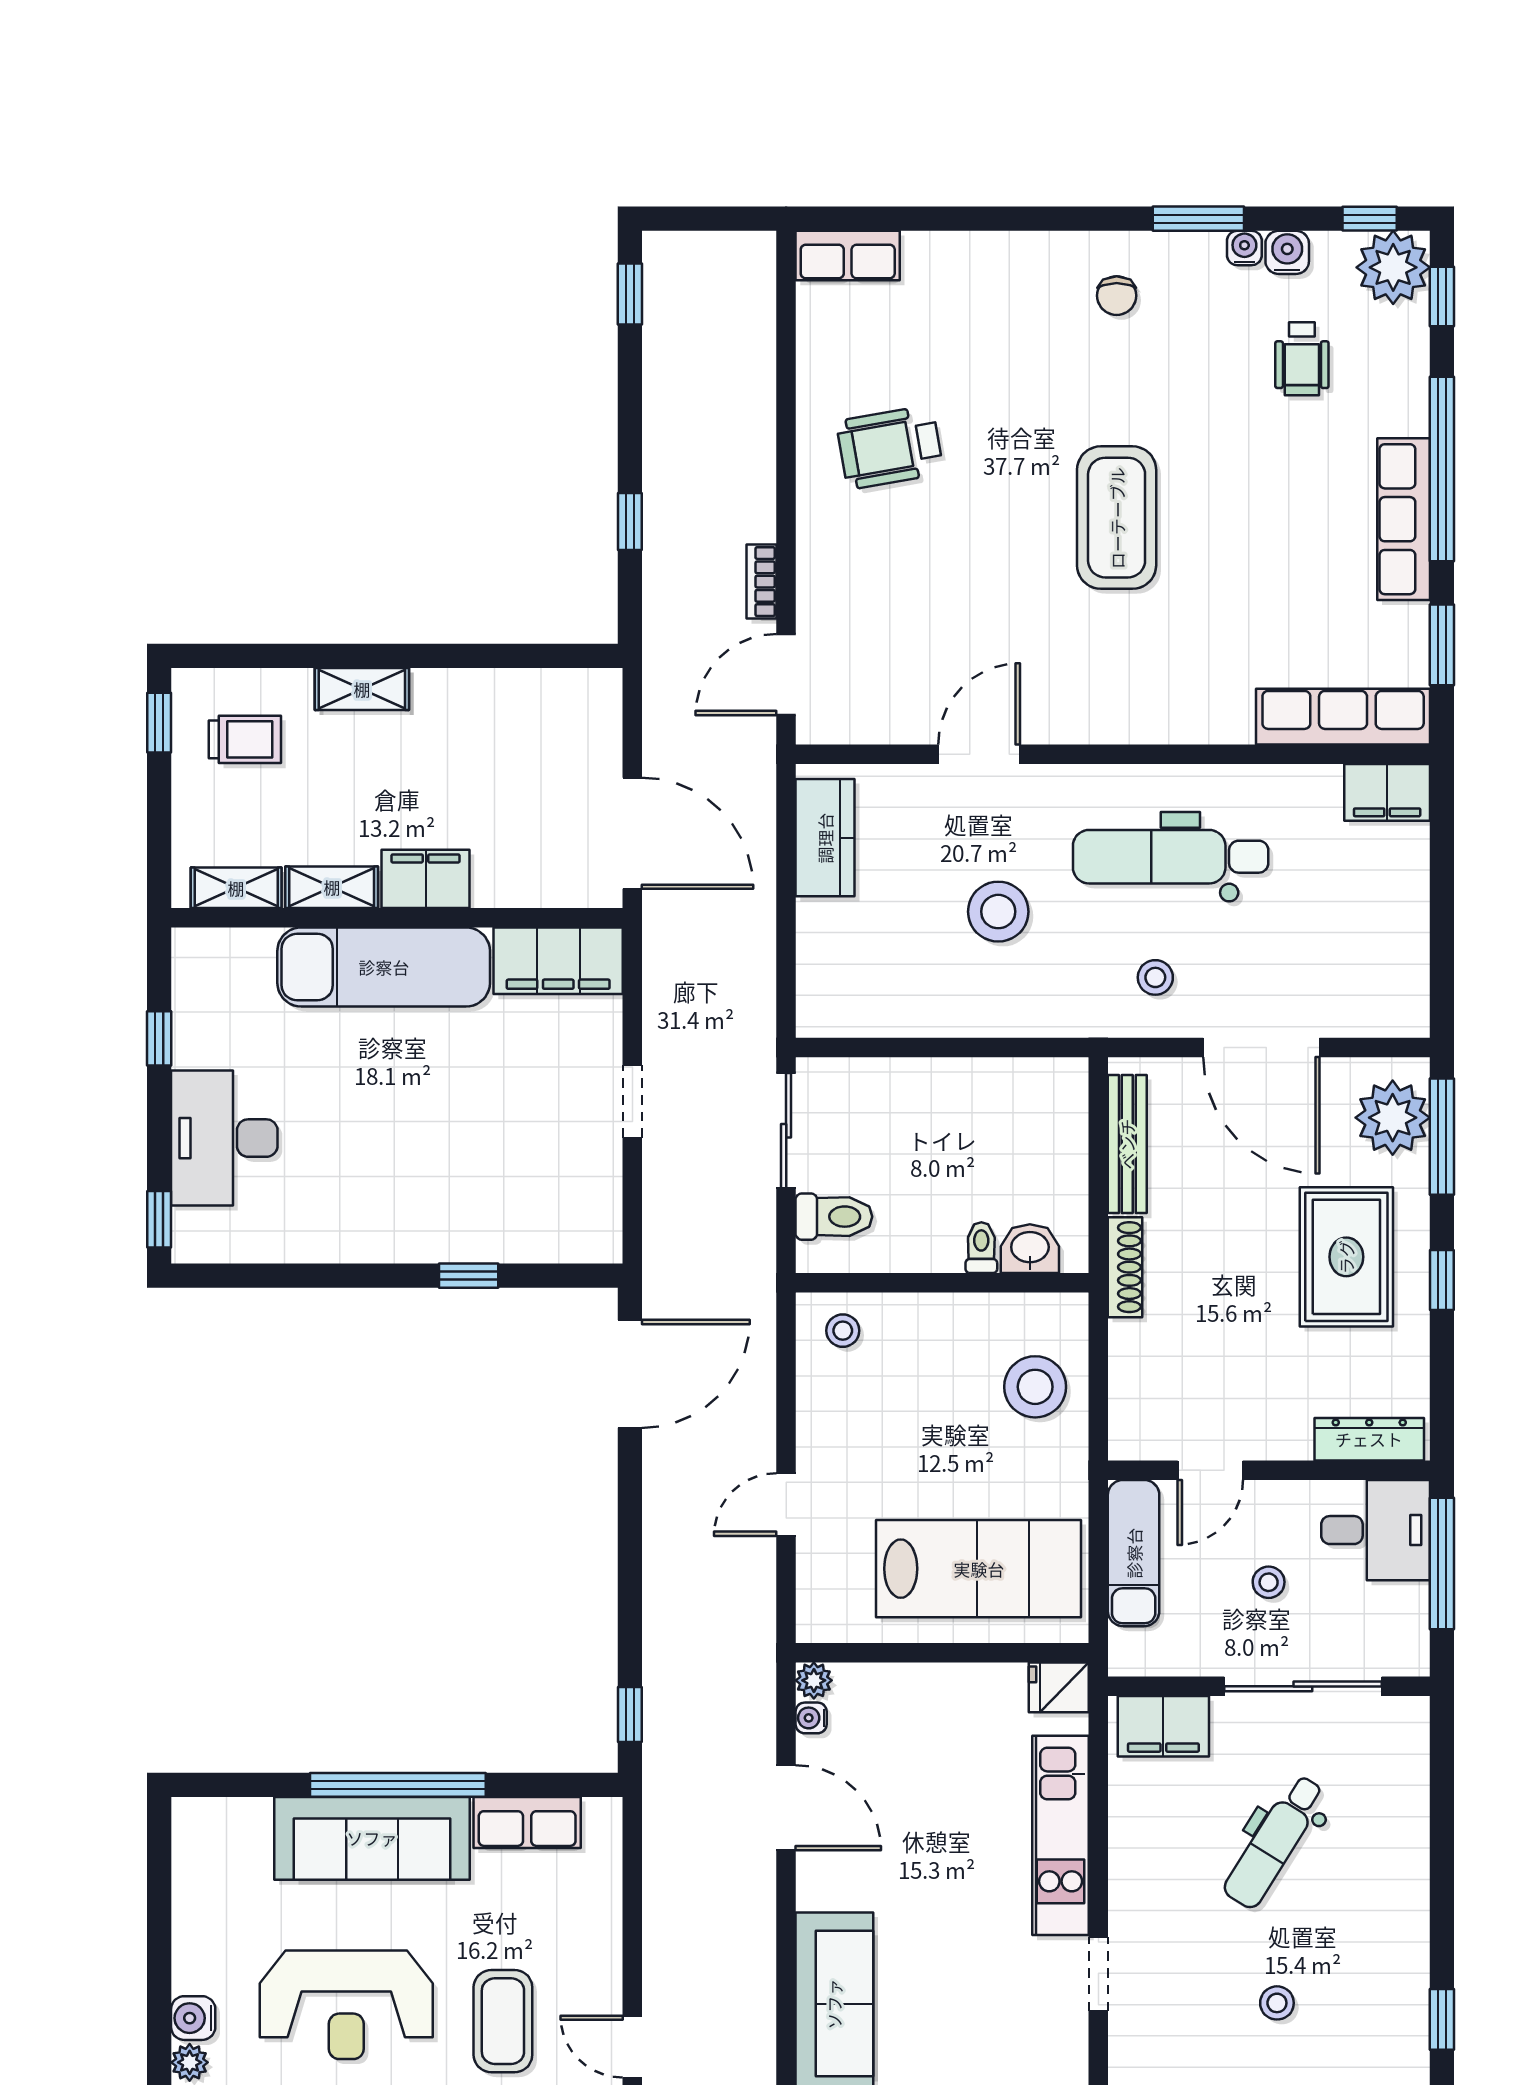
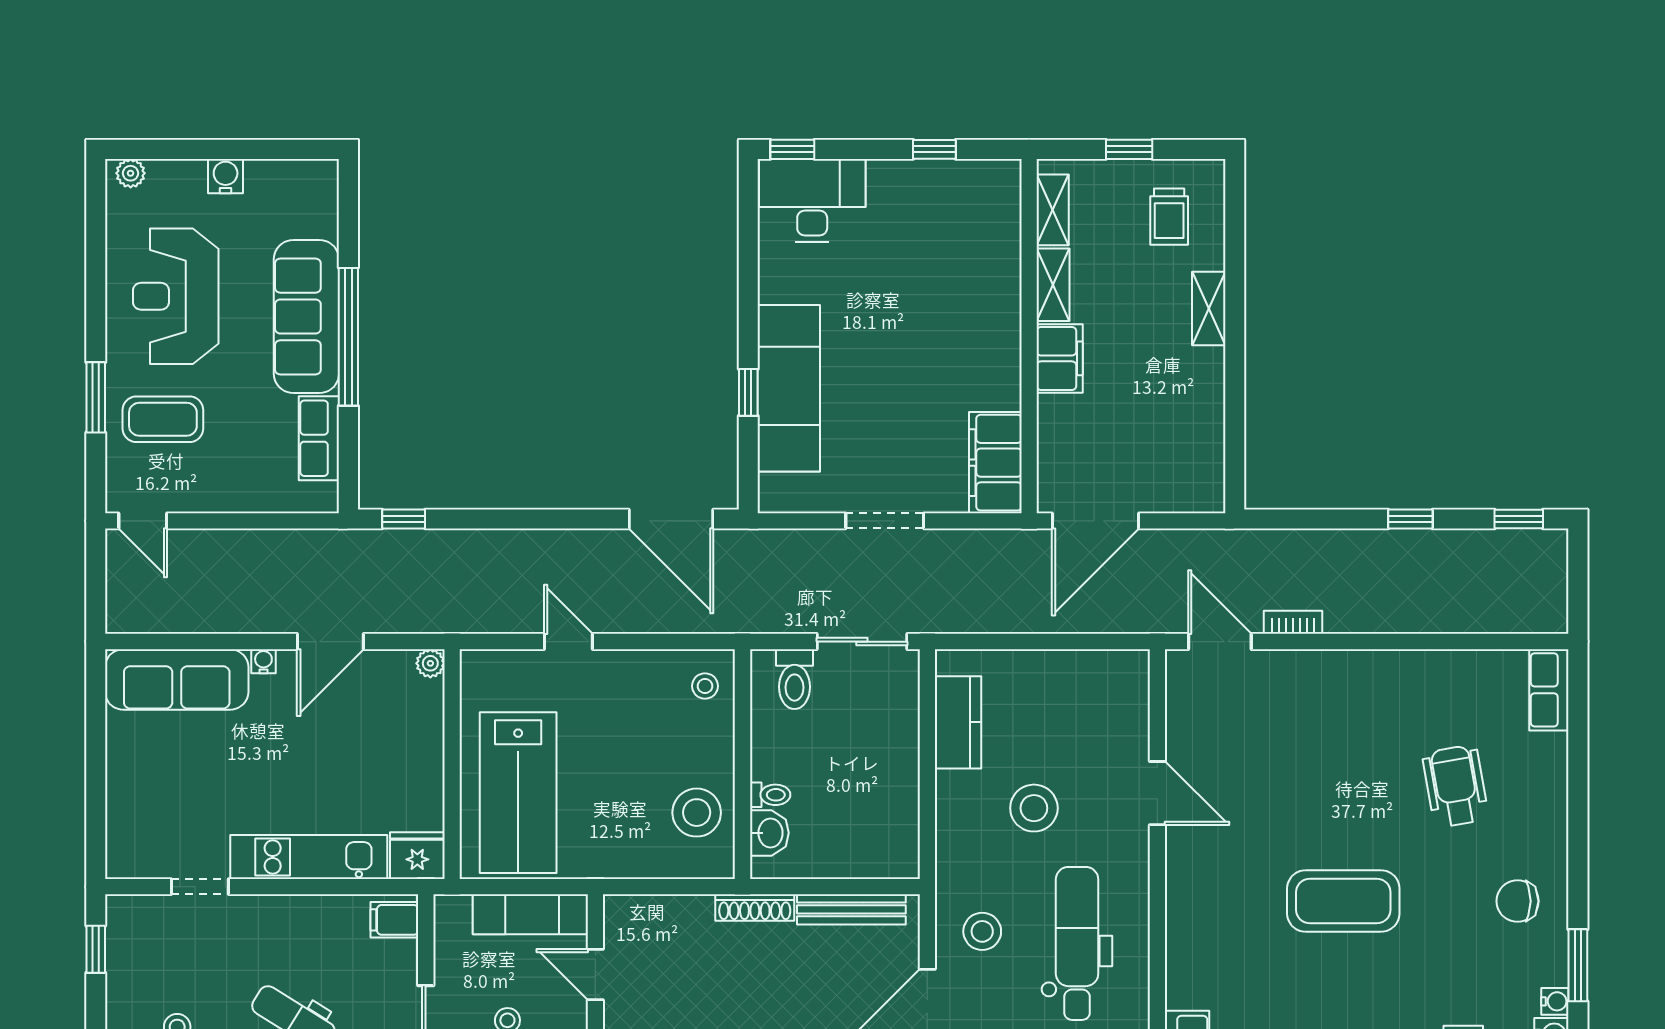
chair: (1117, 296) -> (1518, 901), width x1.37, depth x1.37
wheelchair: (890, 447) -> (1455, 786), moved
window: (630, 521) -> (1410, 519), moved
window: (159, 723) -> (1129, 149), moved
kitchen counter: (825, 838) -> (958, 722), moved, turned -90
exam couch: (384, 967) -> (789, 388), moved, turned 180
stool: (1155, 977) -> (982, 931), width x1.37, depth x1.37
doorway: (632, 1102) -> (885, 521), width x1.38
desk: (224, 1138) -> (812, 200), moved
stool: (1035, 1387) -> (697, 813), moved
fridge: (1059, 1687) -> (417, 856), width x1.38
water cooler: (811, 1718) -> (263, 661), moved
filing cabinet: (1163, 1726) -> (394, 920), width x0.50
water cooler: (193, 2018) -> (226, 176), moved
door: (632, 2047) -> (143, 521), swing flipped

